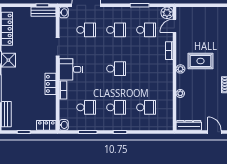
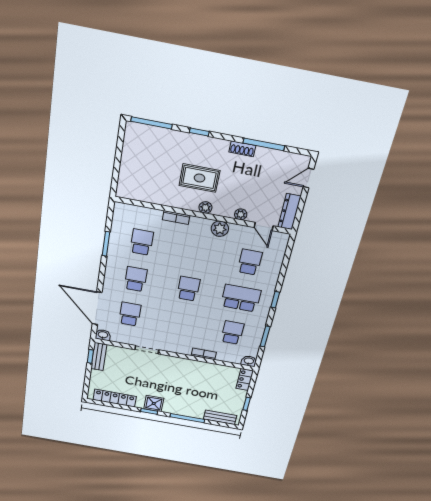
plant: (167, 13) -> (220, 229), moved
door: (174, 26) -> (264, 227), moved
rug: (200, 61) -> (199, 178), turned 90
desk: (71, 69) -> (179, 340), removed
locker: (51, 84) -> (193, 366), removed
school desk: (116, 107) -> (241, 298), width x1.85

